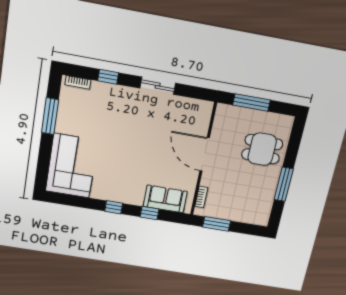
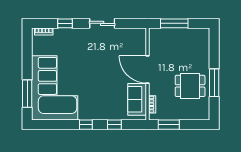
window: (50, 116) -> (27, 94), moved
dining table: (262, 149) -> (190, 86), moved
corner sofa: (72, 166) -> (55, 88), width x1.36, depth x1.36
sofa: (165, 199) -> (137, 99), moved, turned -90

